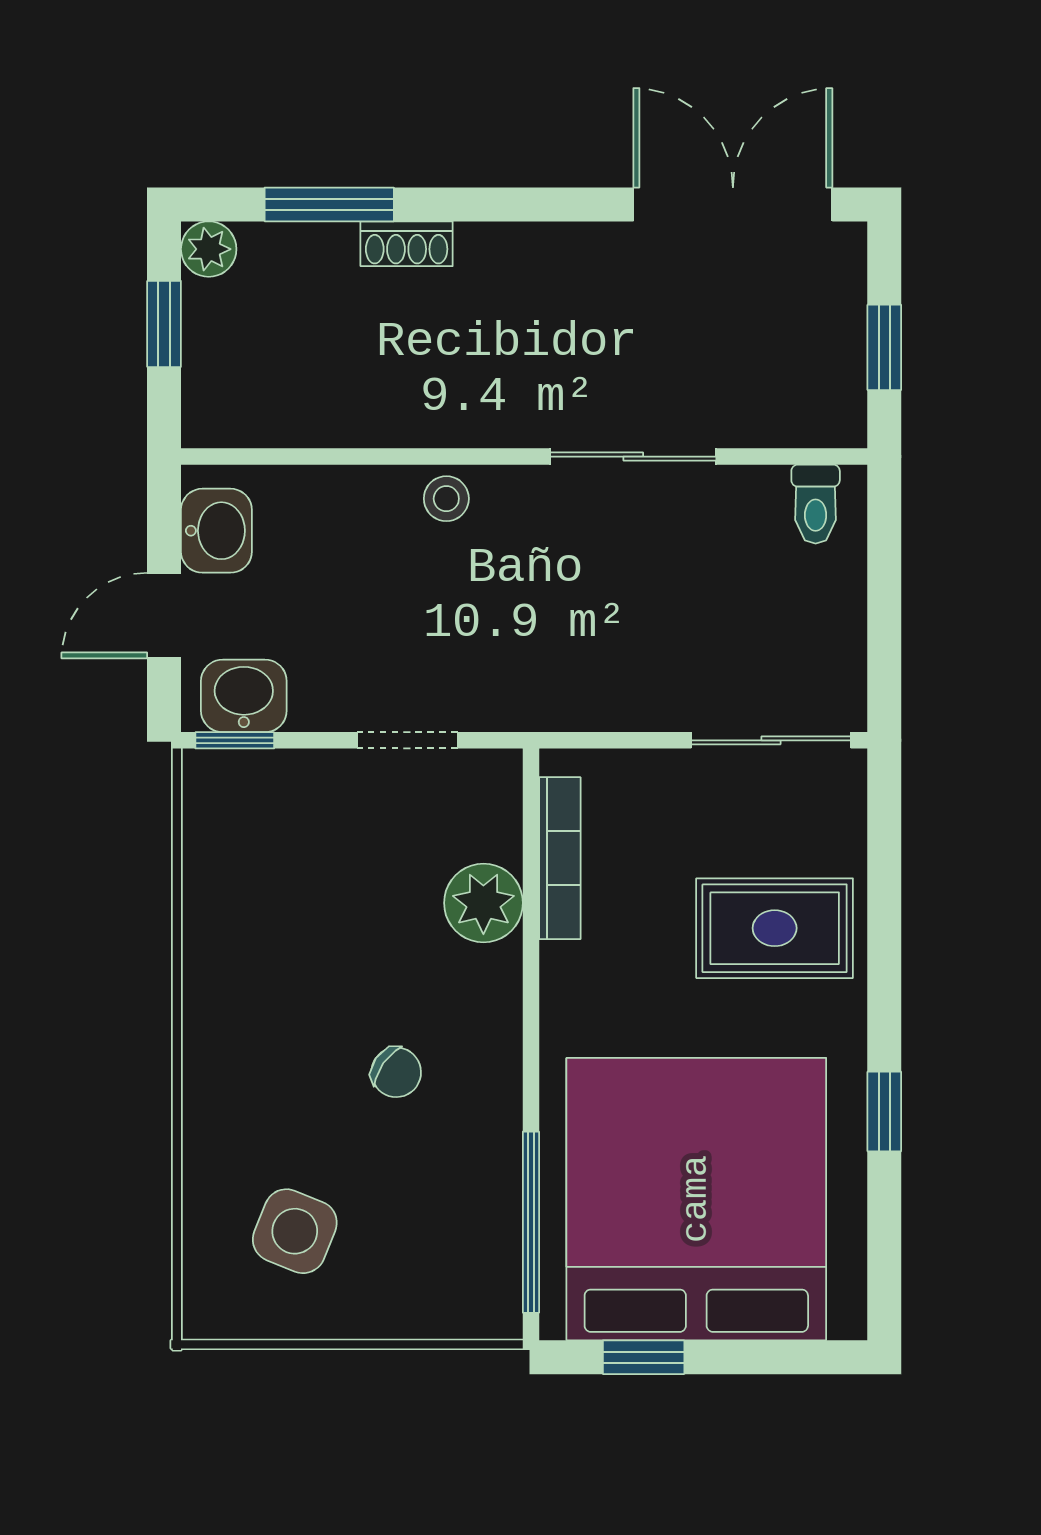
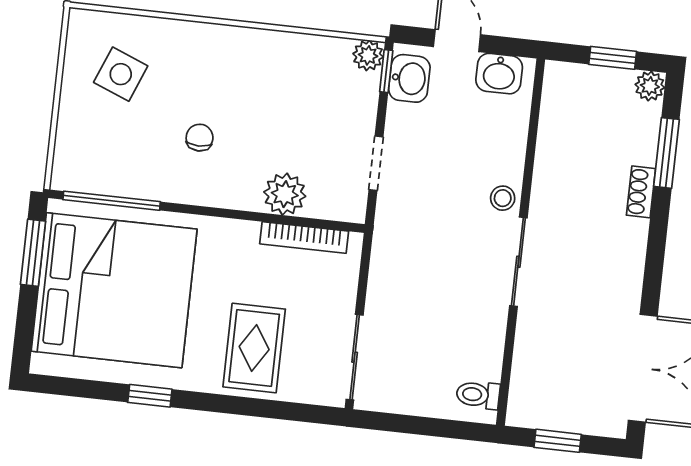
sliding door: (633, 457) -> (518, 262), moved
plant: (210, 777) -> (368, 55), added
chair: (396, 1072) -> (200, 138), turned 145
window: (644, 1357) -> (33, 253), width x1.50

